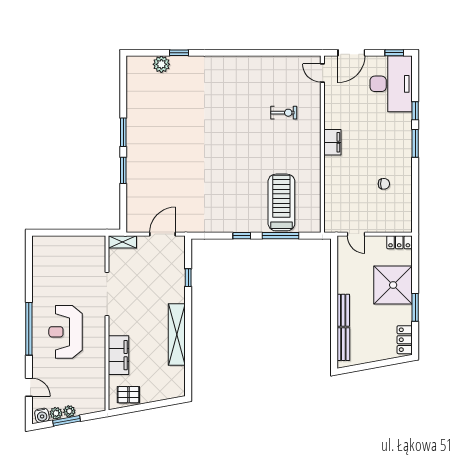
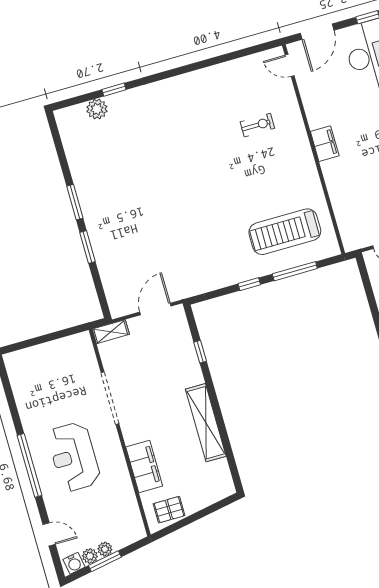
treadmill: (281, 202) -> (285, 232), turned -90

